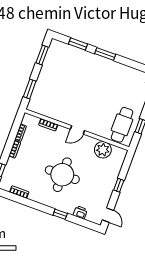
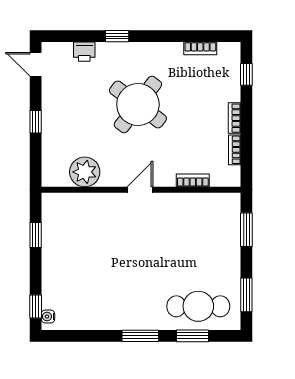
cafe table: (122, 125) -> (198, 306), moved, turned 90
round table: (62, 175) -> (138, 104), turned 37

